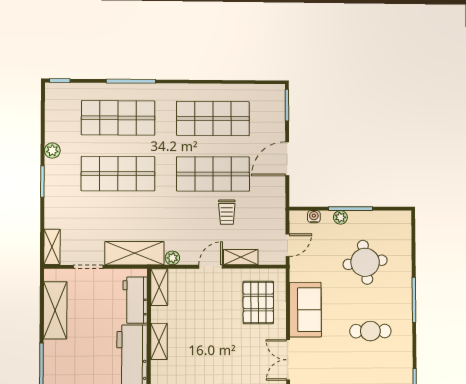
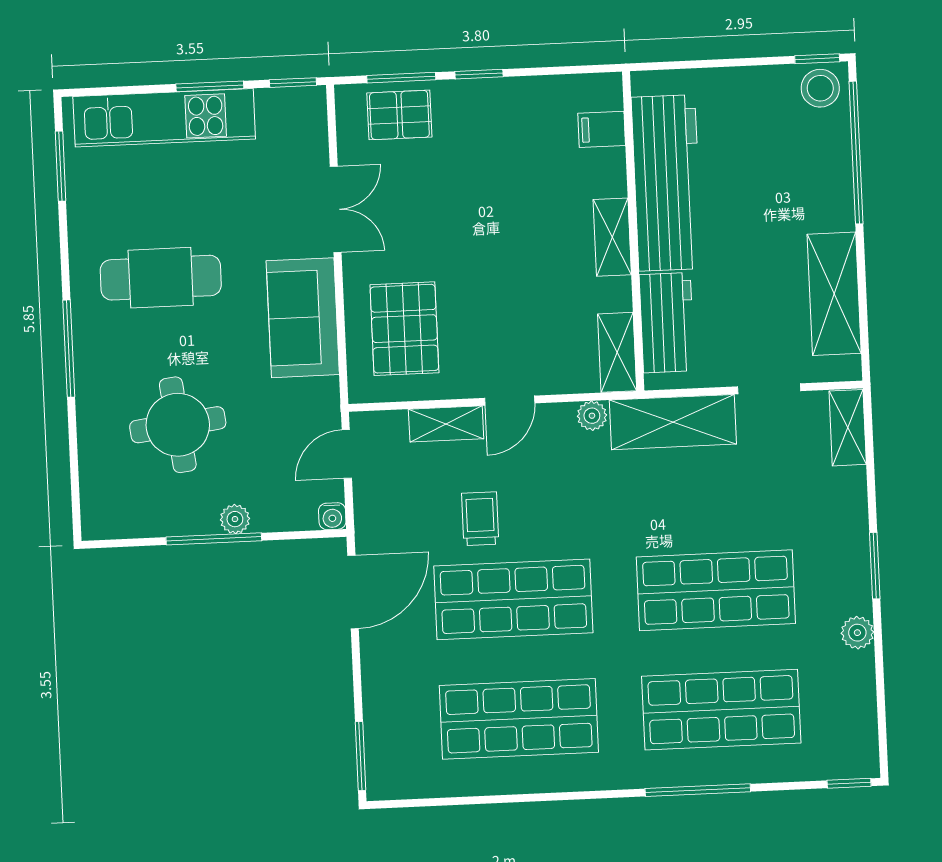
door: (287, 159) -> (353, 592), moved
water cooler: (314, 217) -> (332, 516), moved
cafe table: (370, 331) -> (161, 278), width x1.37, depth x1.35

